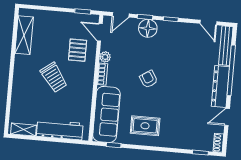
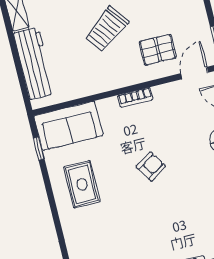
plant: (105, 57) -> (162, 93), removed
sofa: (106, 114) -> (68, 126), width x0.73

